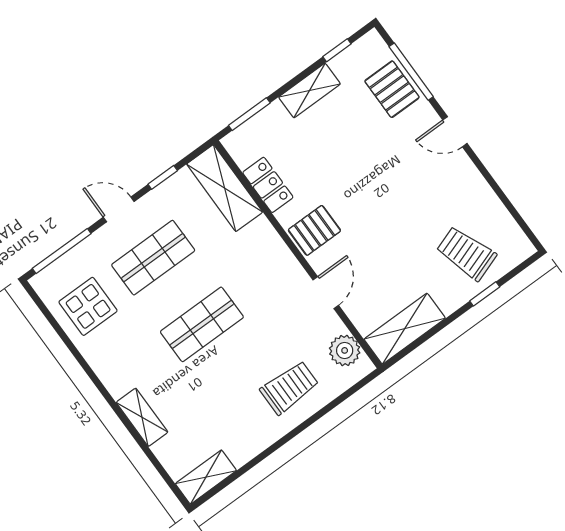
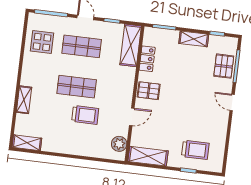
trolley: (466, 253) -> (195, 150), turned 109
trolley: (289, 388) -> (85, 115), moved

